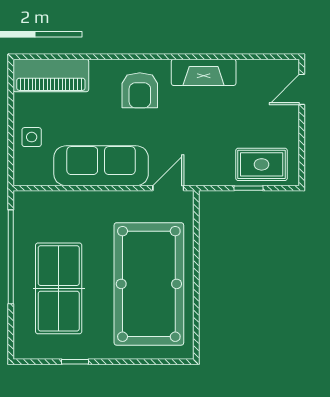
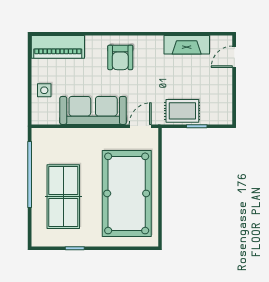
fireplace: (204, 72) -> (187, 45), moved
rug: (262, 164) -> (182, 111), moved

